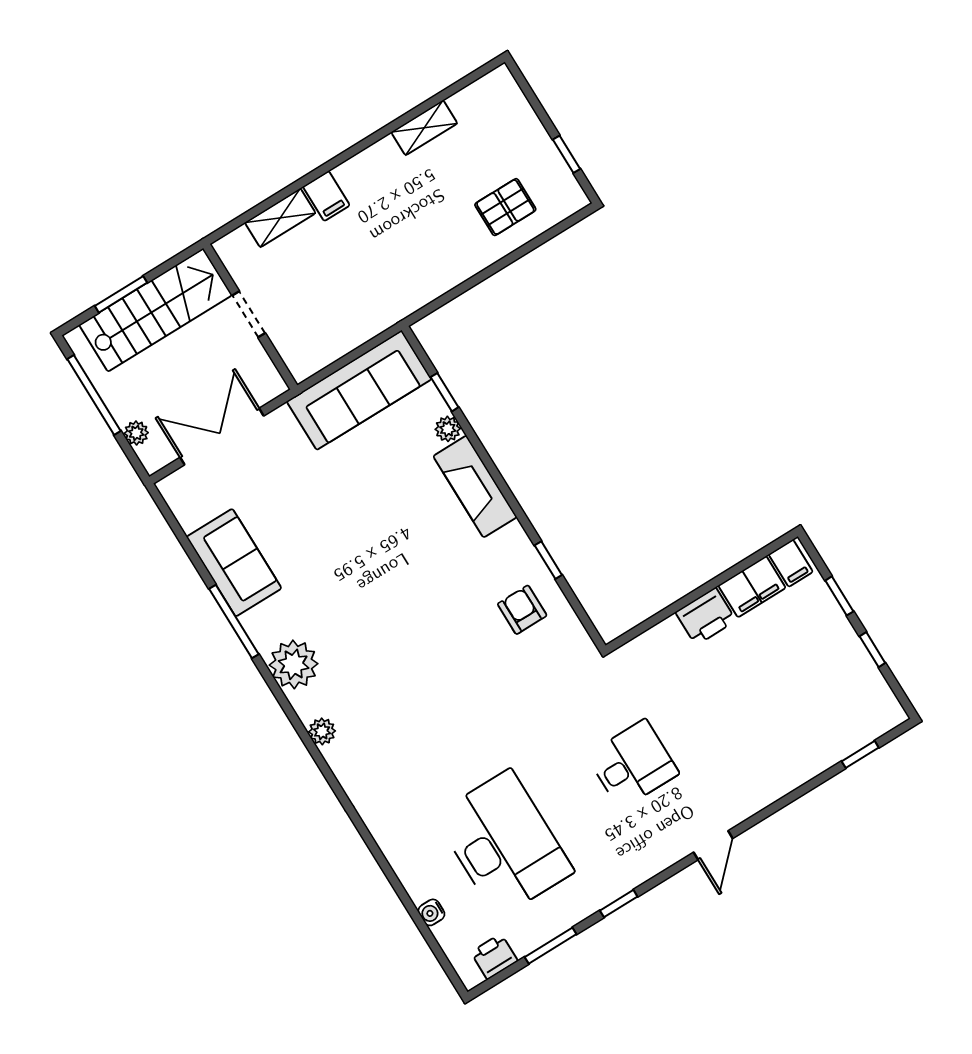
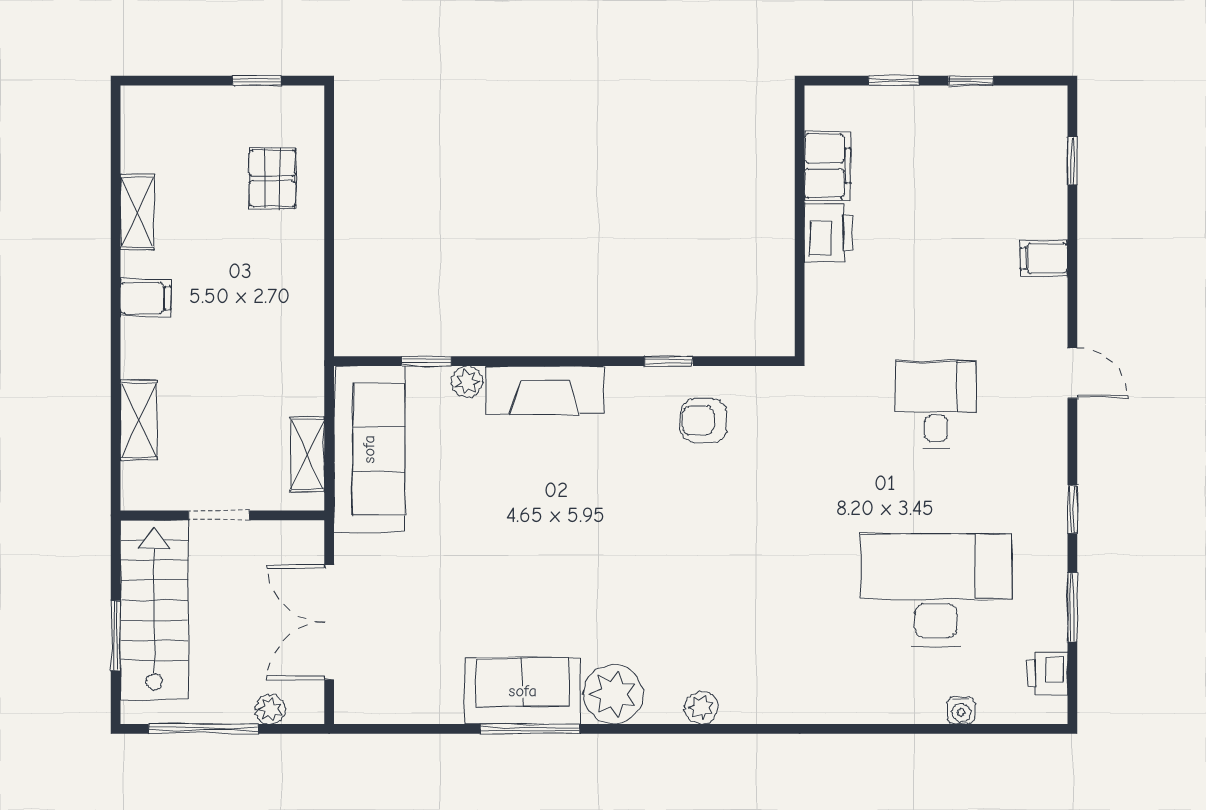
filing cabinet: (326, 196) -> (145, 298), moved
shelving: (329, 350) -> (307, 454), added
sofa: (234, 563) -> (523, 691), moved
filing cabinet: (791, 563) -> (1044, 258), moved, turned 180

